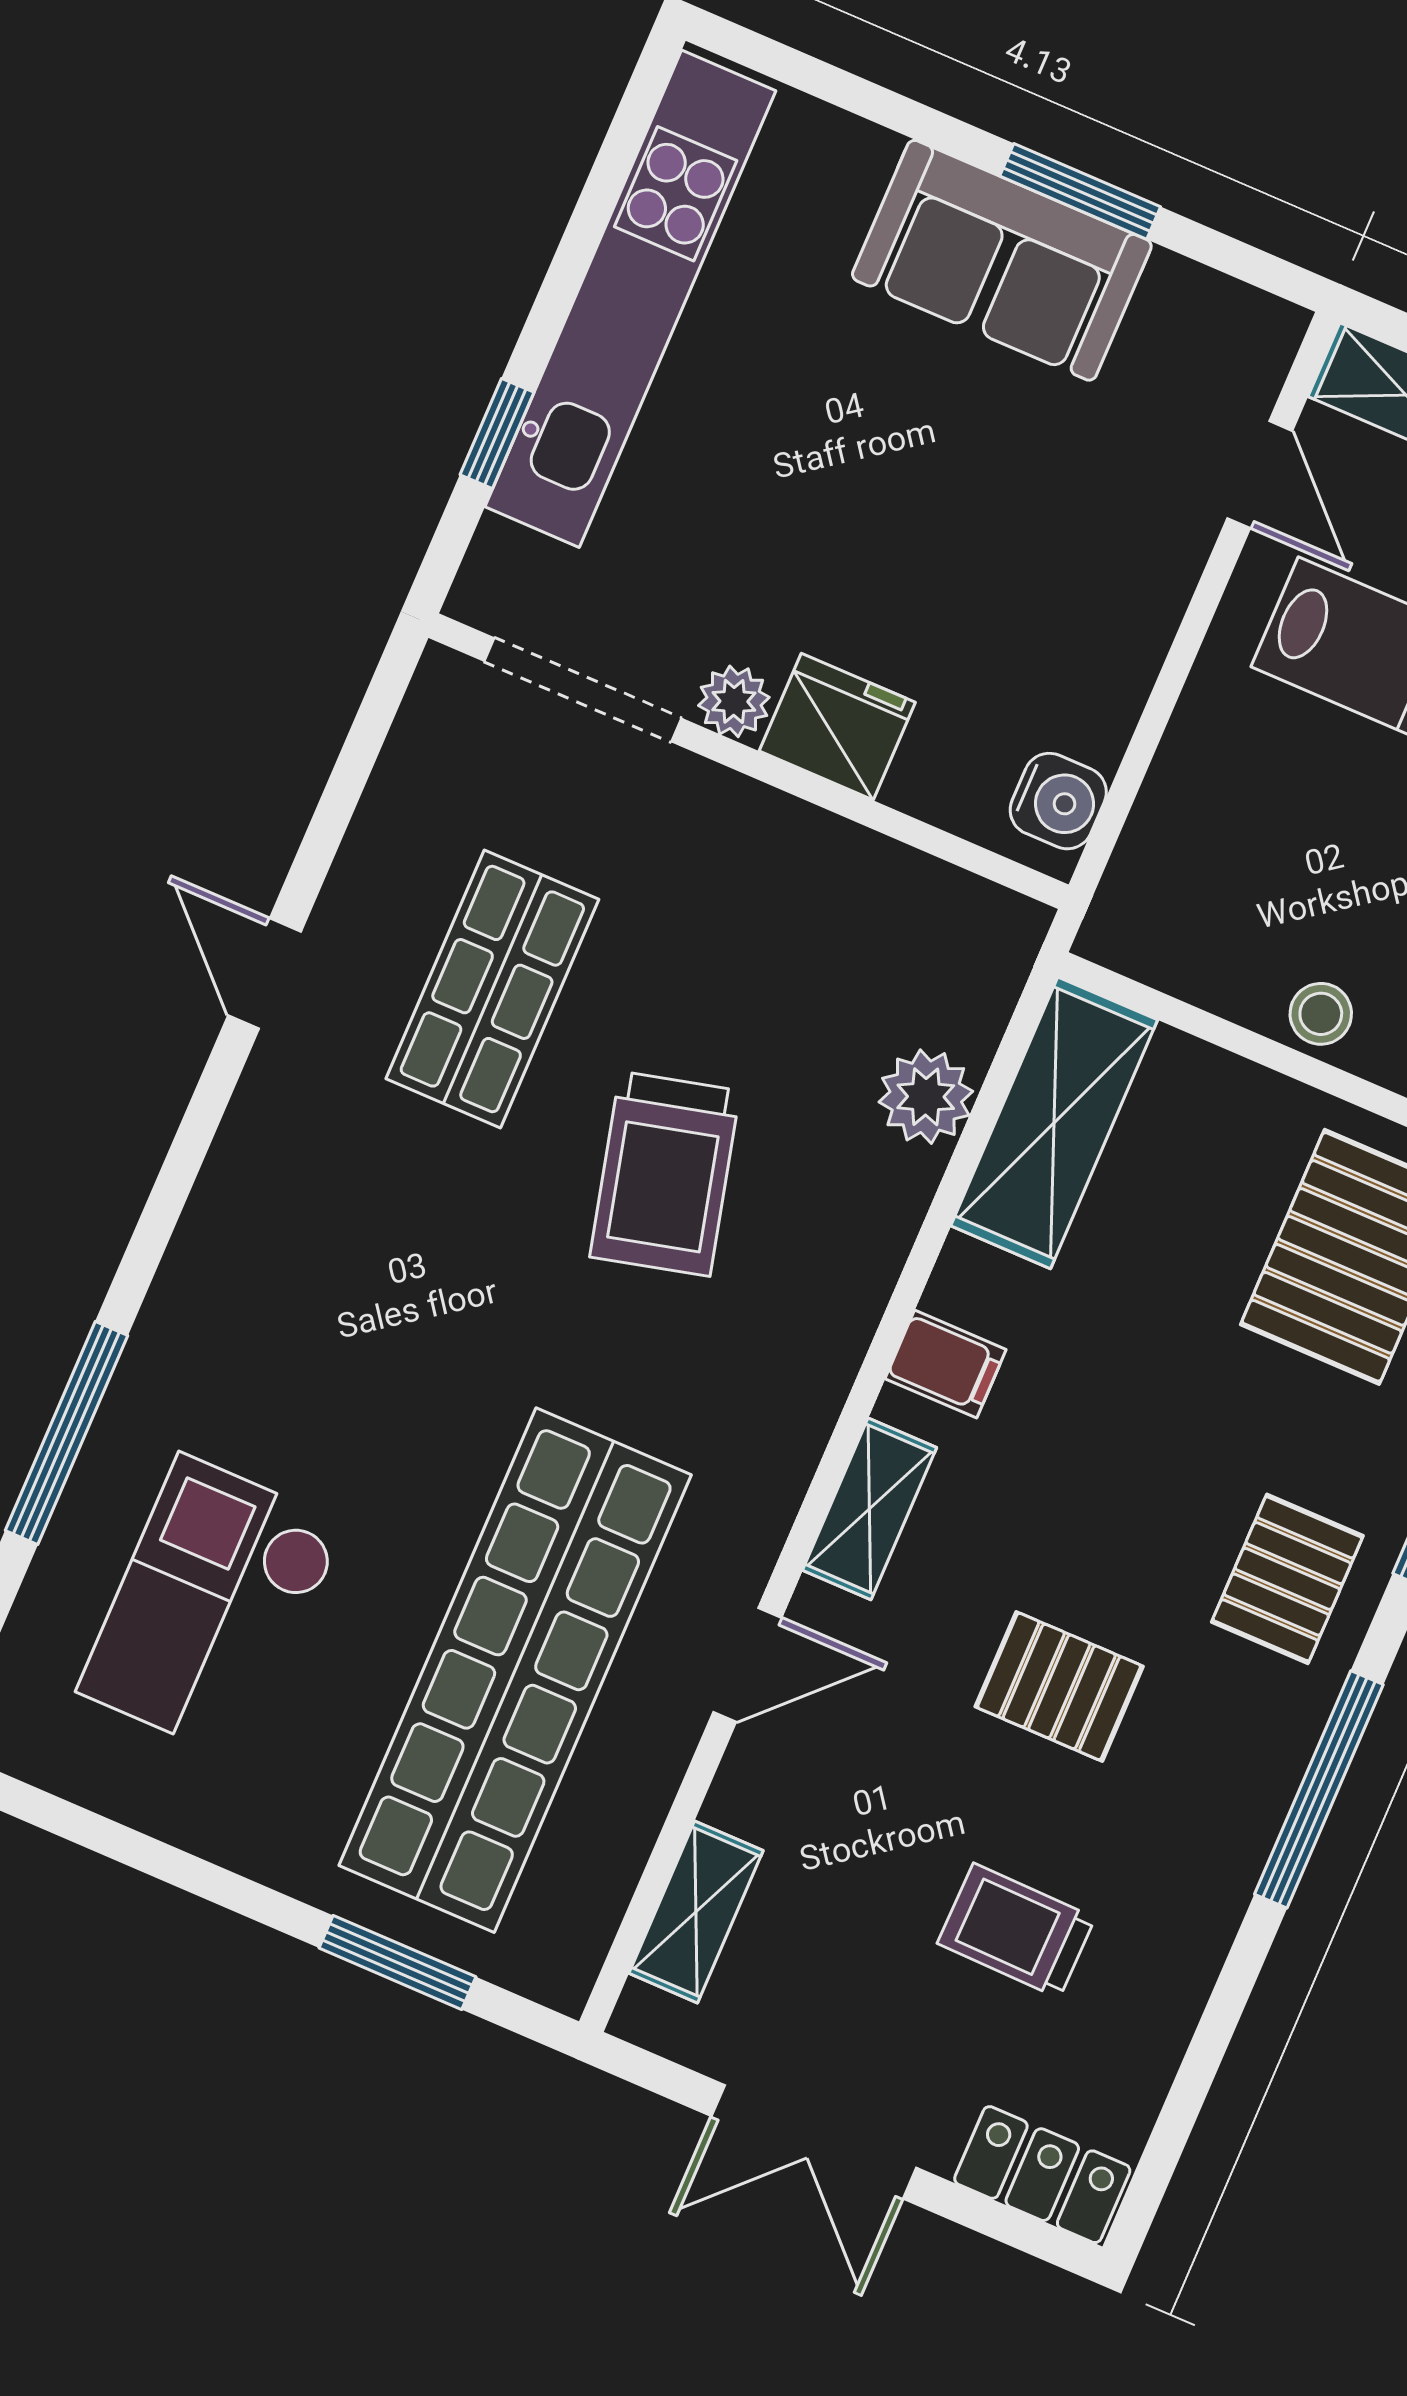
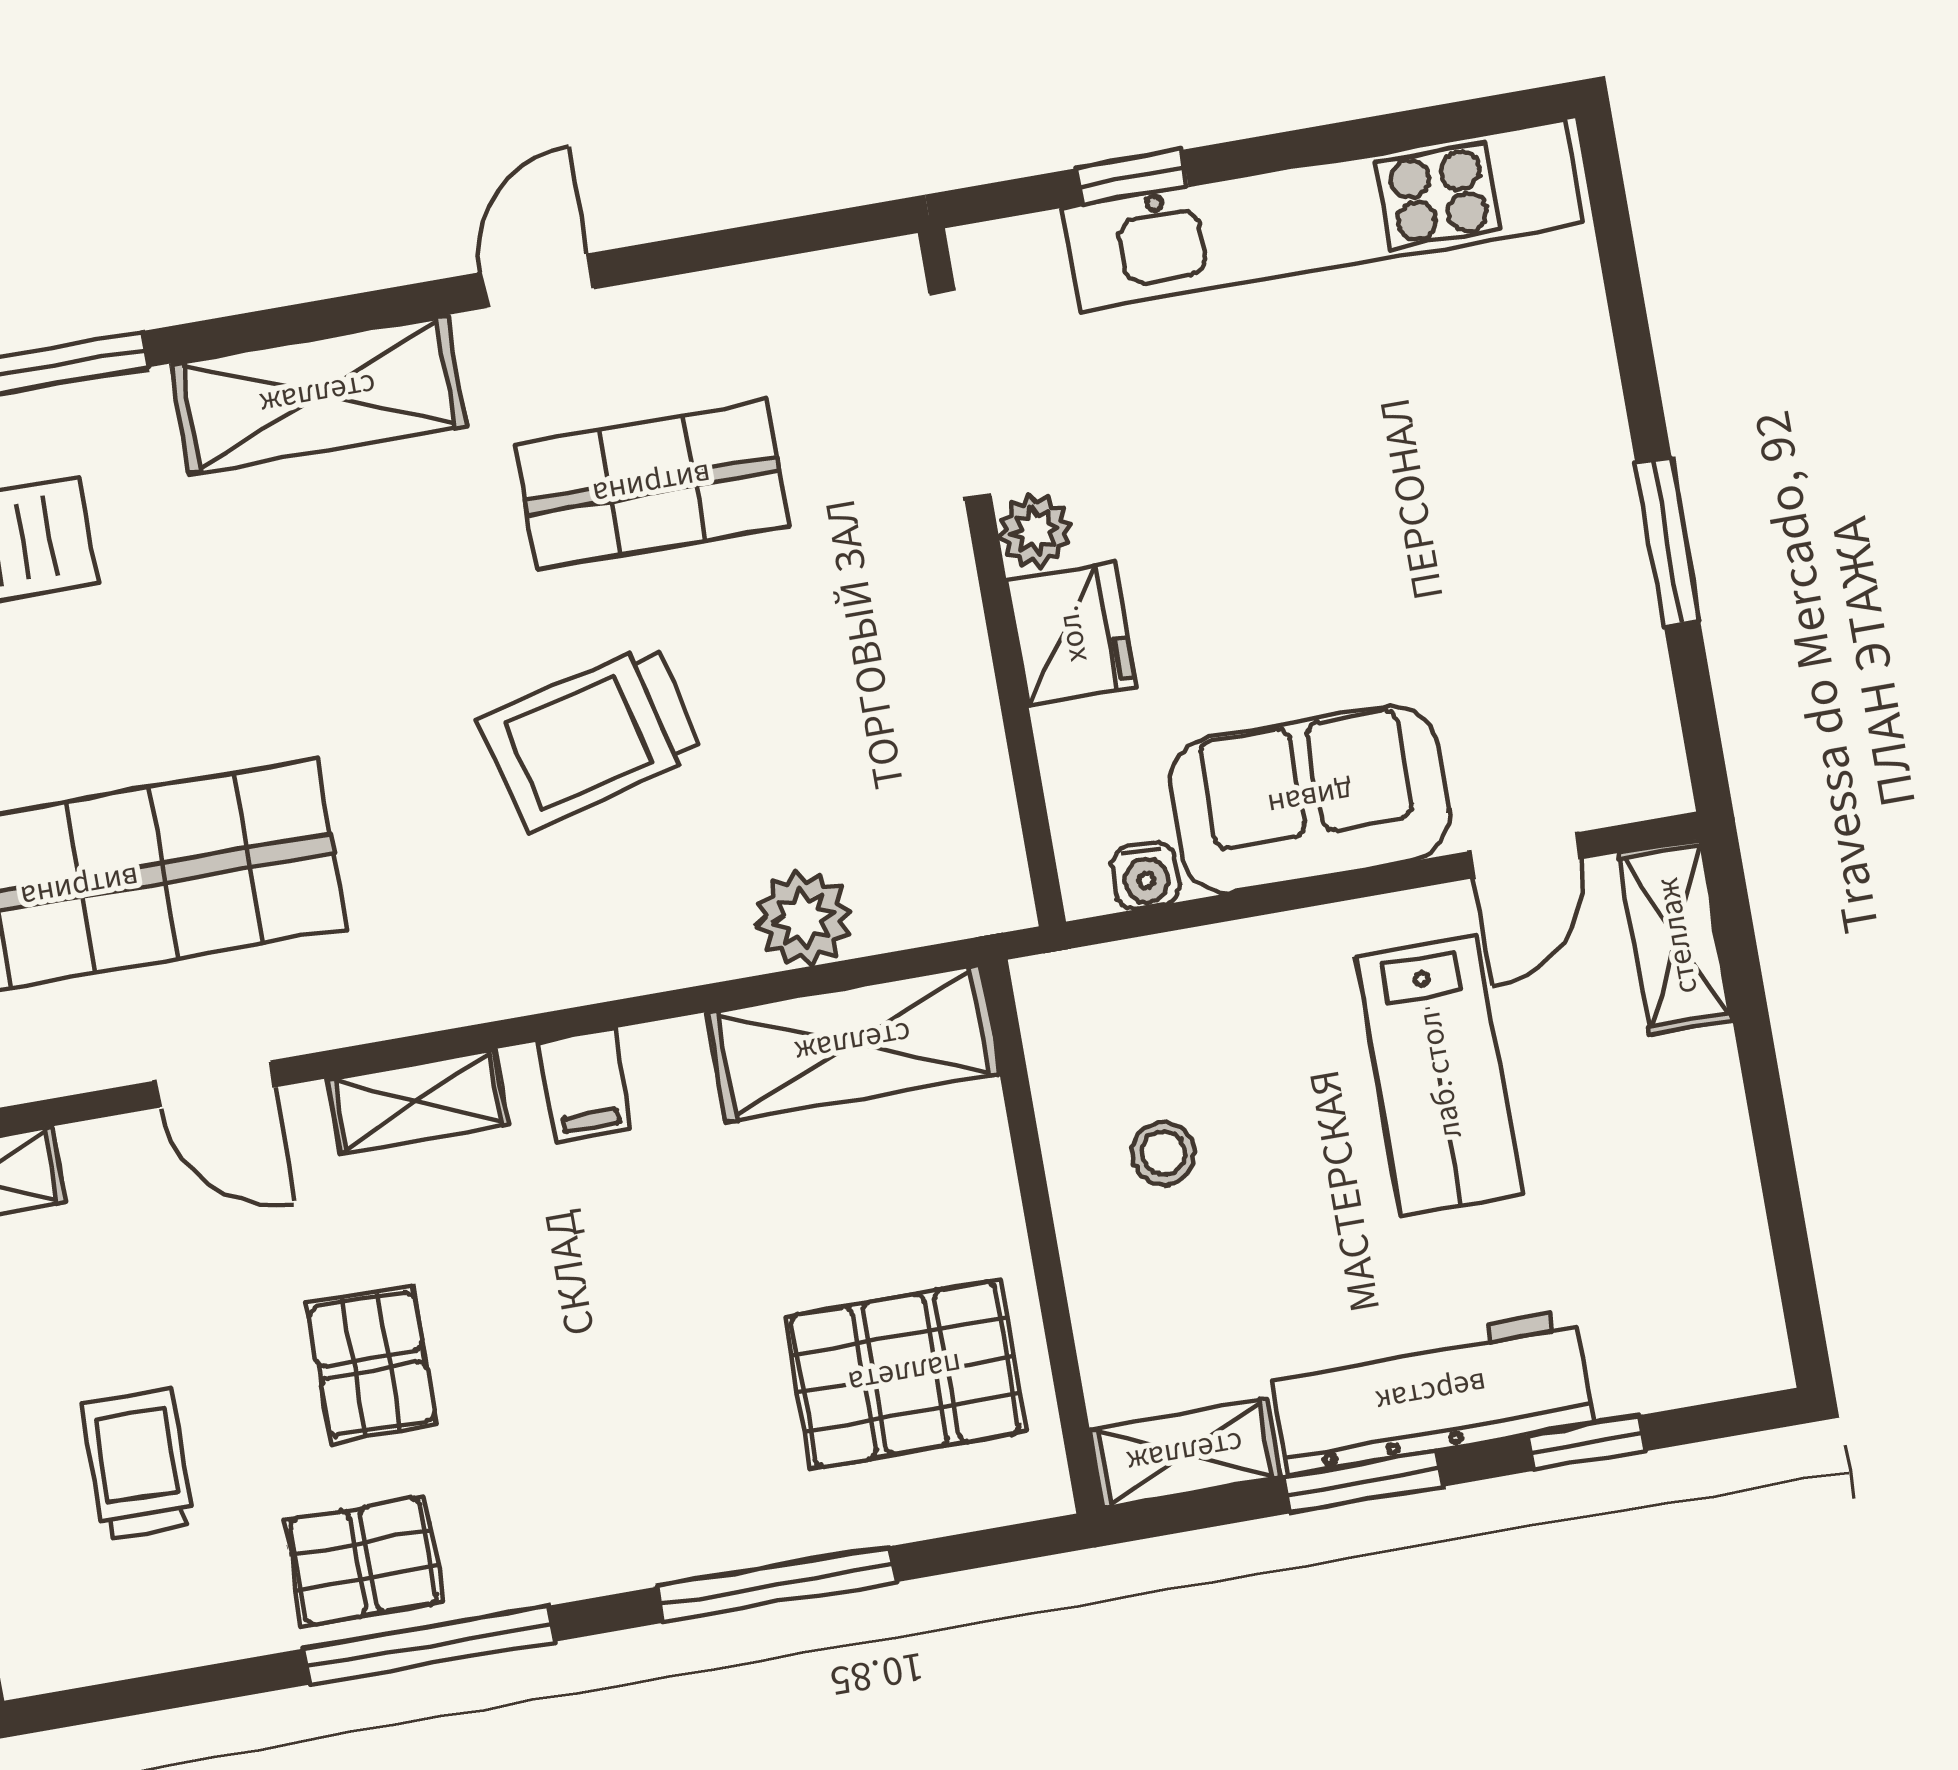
sofa: (1002, 260) -> (1310, 799), moved, turned 90
water cooler: (1058, 801) -> (1146, 876), width x0.72, depth x0.72
stool: (1321, 1014) -> (1163, 1153), moved
shelving: (240, 1213) -> (318, 395), added
pallet: (1287, 1579) -> (363, 1561), moved

